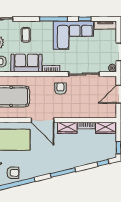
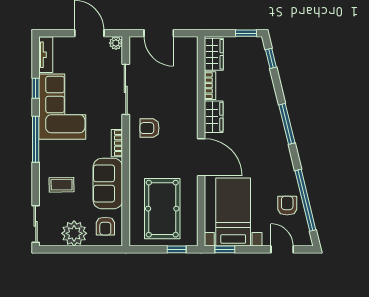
door: (43, 120) -> (201, 157), hinge flipped

